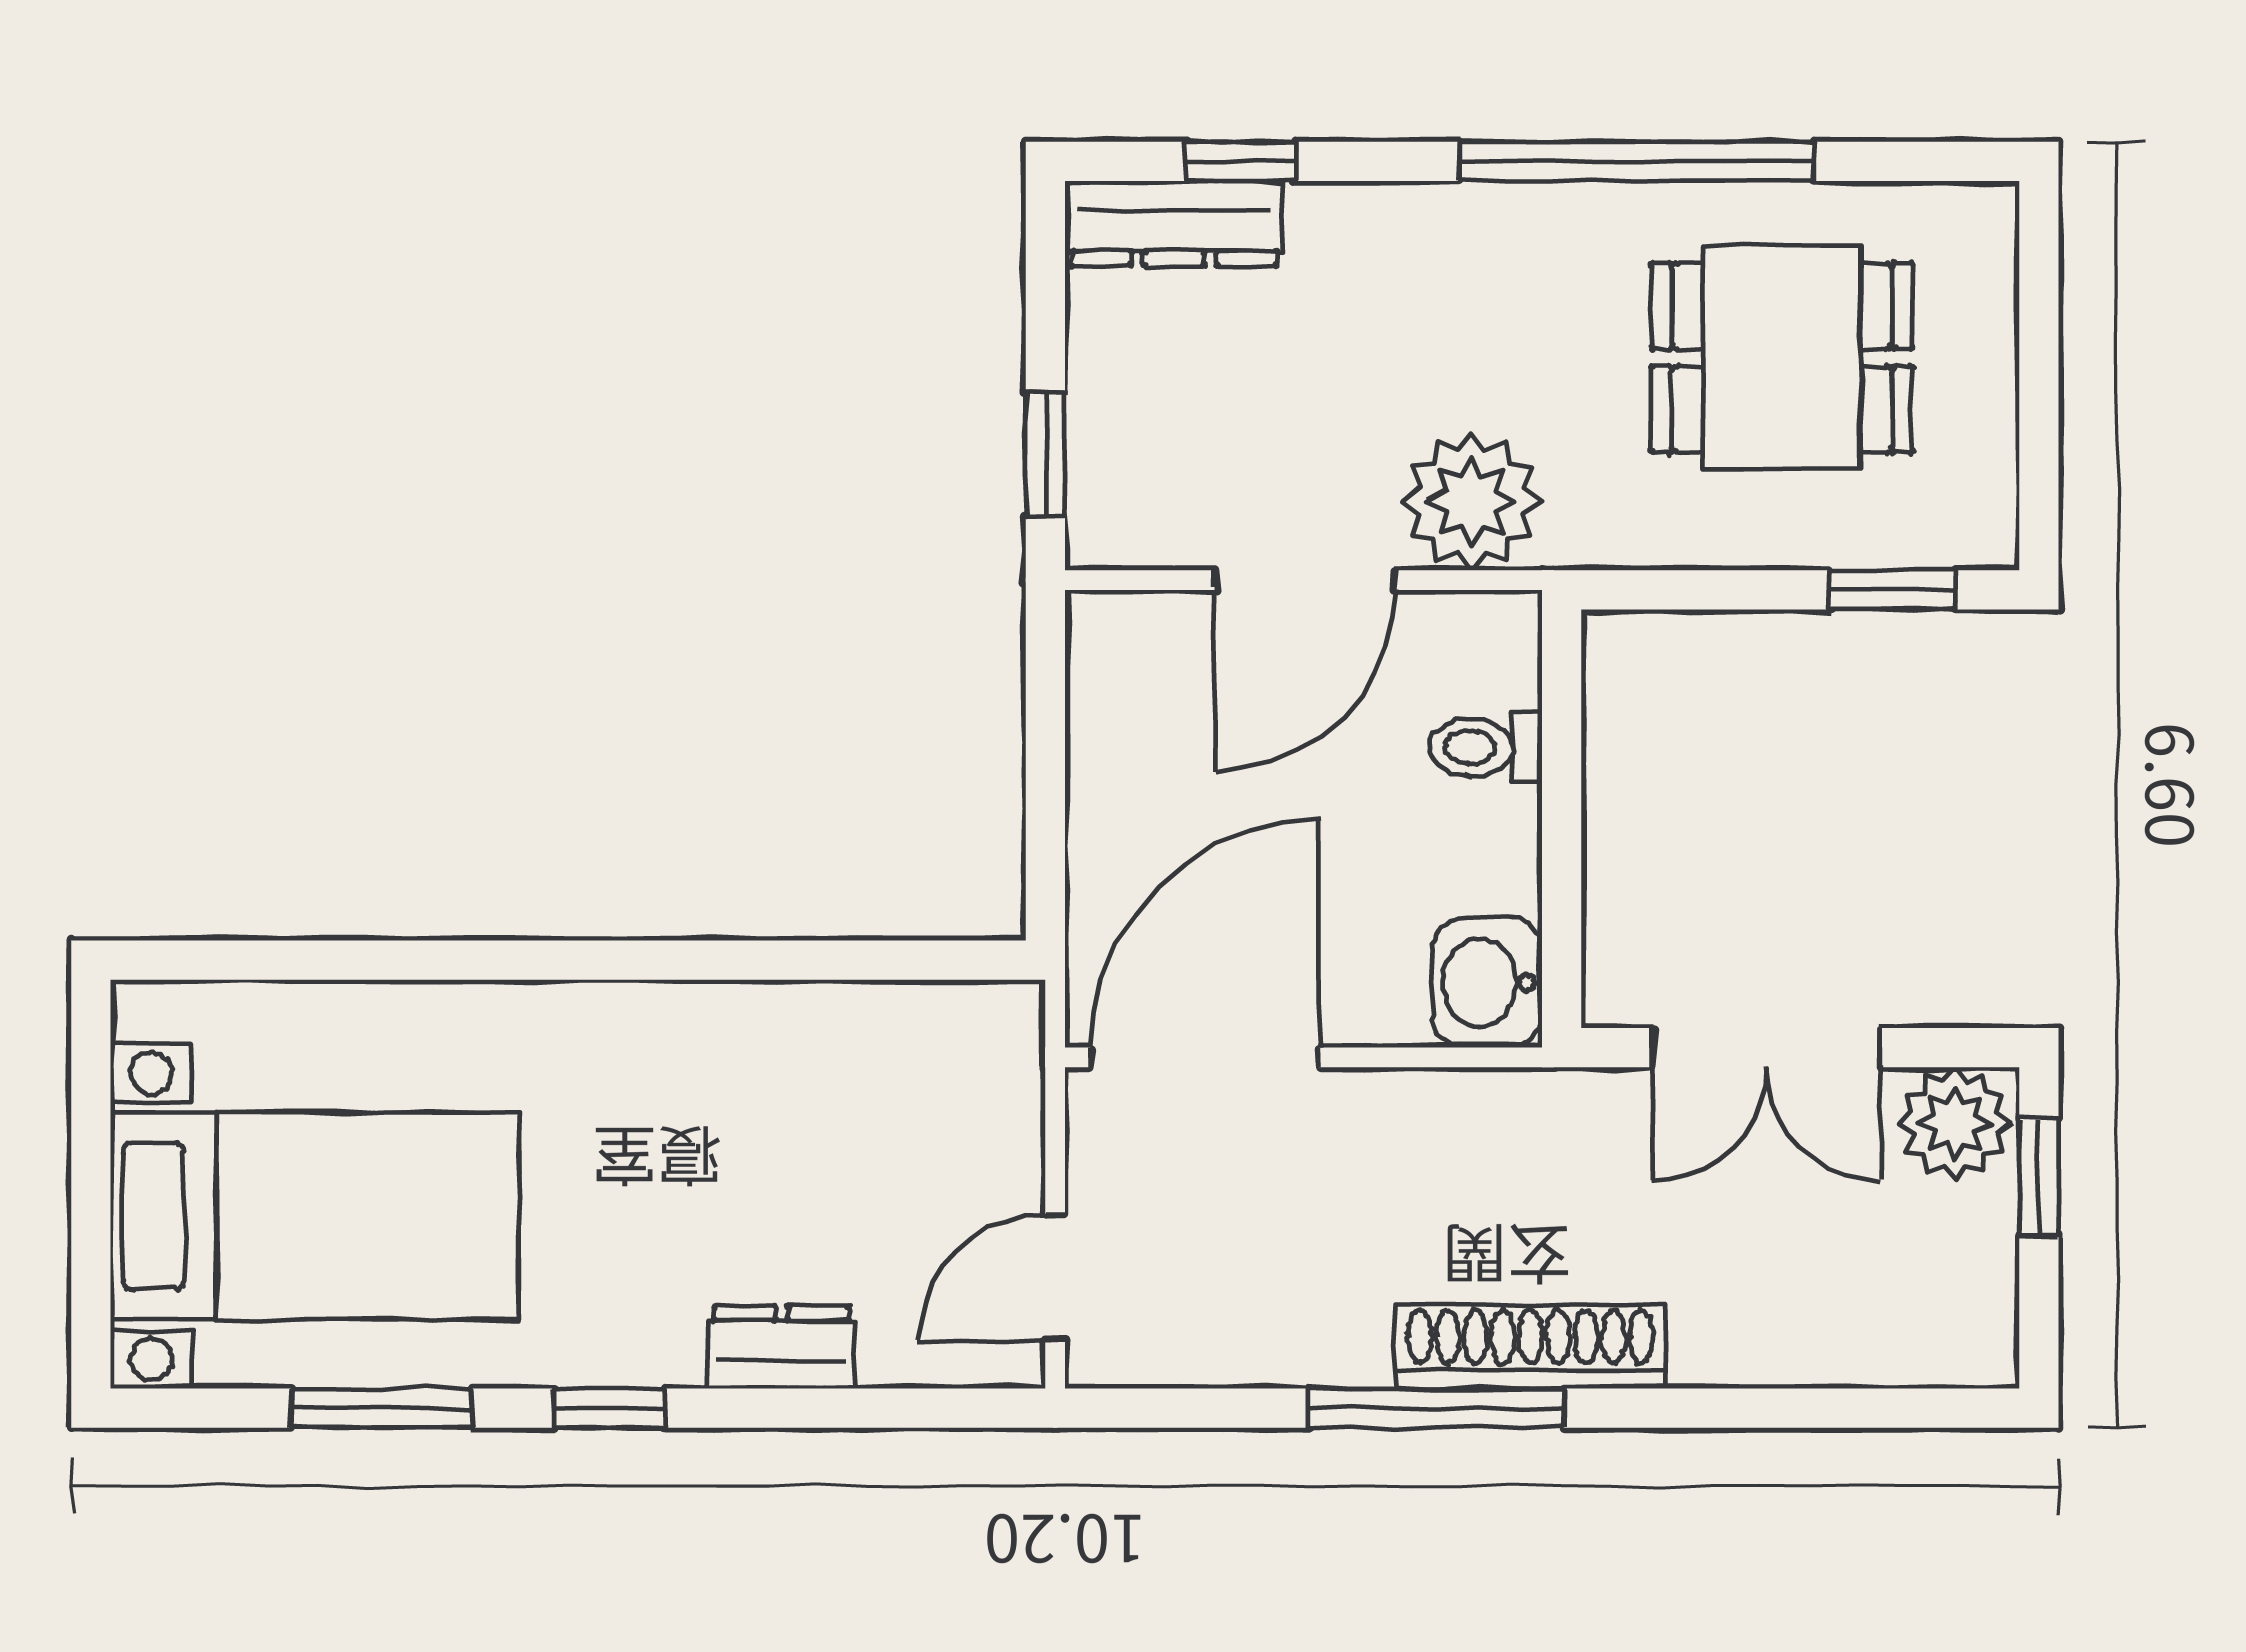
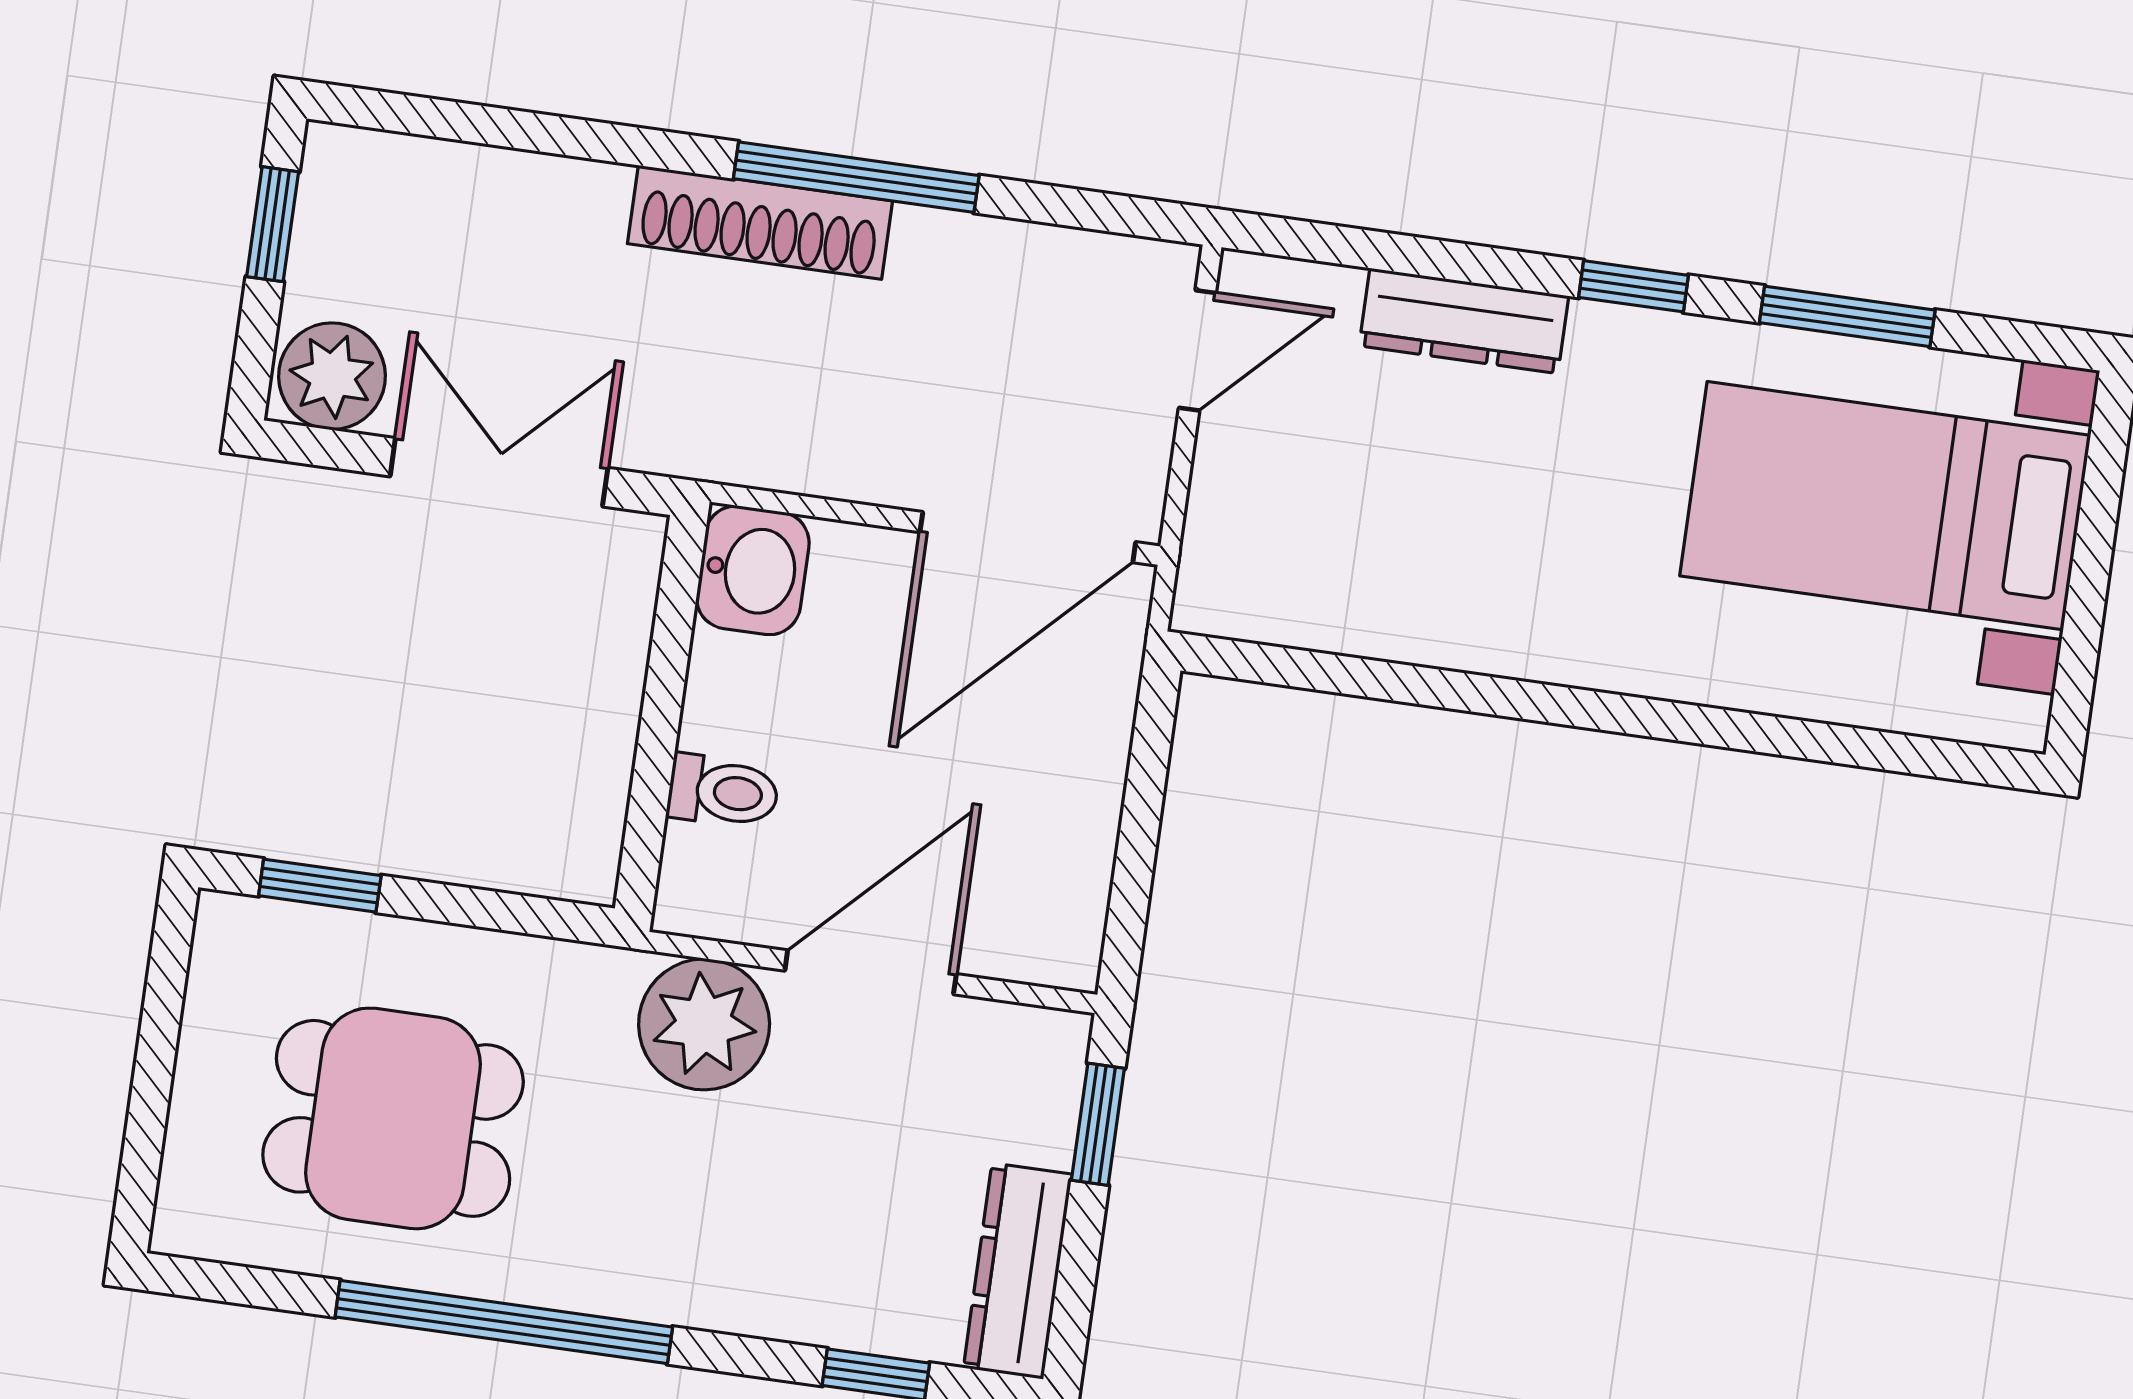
dresser: (1174, 224) -> (1018, 1271), moved, turned -90
window: (2039, 1177) -> (273, 224), moved
dresser: (781, 1347) -> (1464, 321), width x1.44

